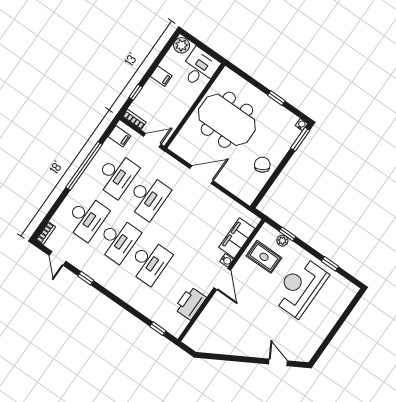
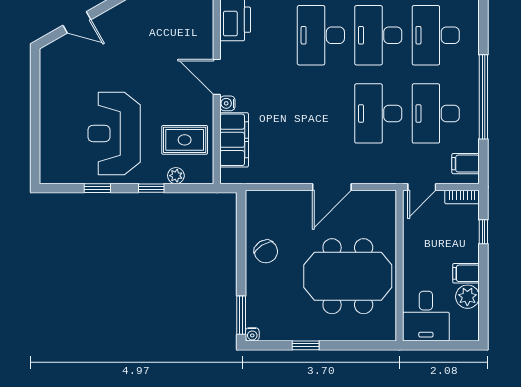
plant: (182, 45) -> (467, 297), moved
window: (287, 234) -> (151, 188), moved
reception desk: (300, 287) -> (114, 133), turned 180

